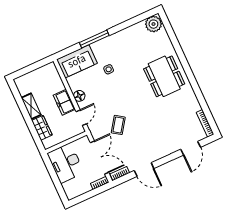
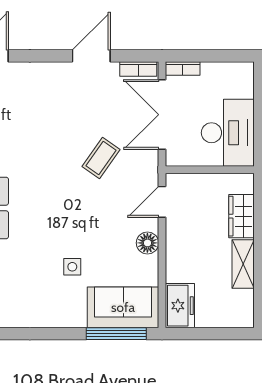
window: (94, 39) -> (116, 334), moved
freezer: (64, 102) -> (180, 306), moved
door: (144, 170) -> (91, 56), hinge flipped

